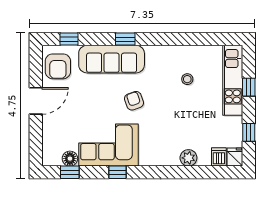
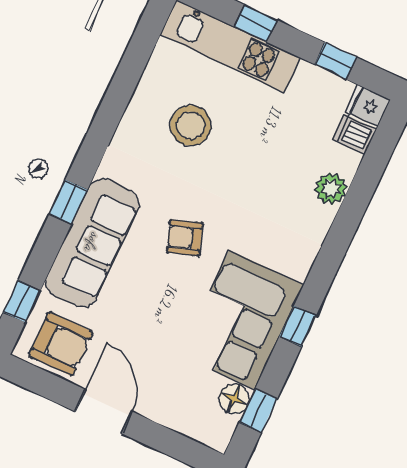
stool: (187, 79) -> (191, 125), width x1.89, depth x1.89

